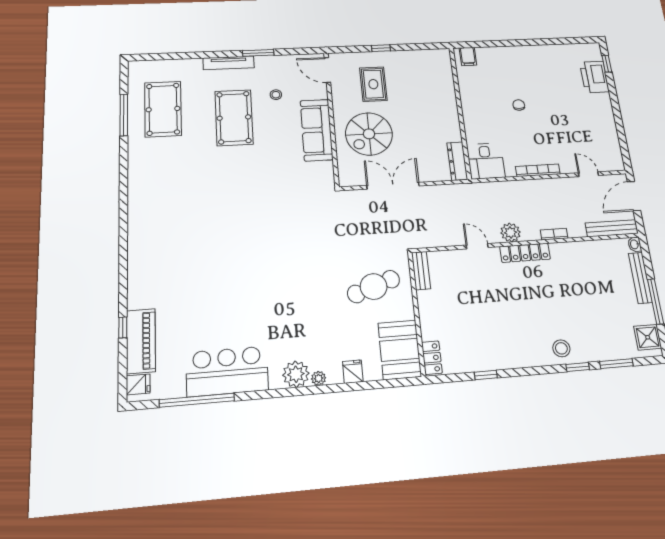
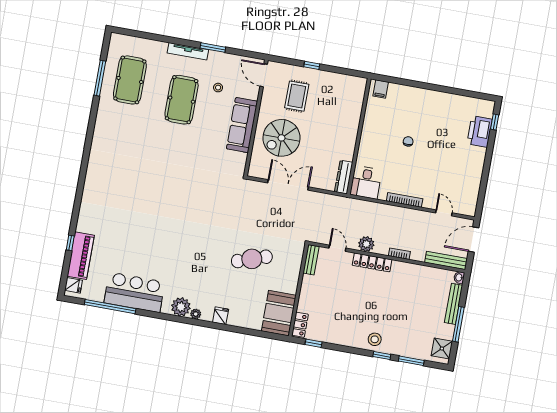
bench: (421, 271) -> (311, 260), moved
wall: (417, 313) -> (298, 290), moved
booth: (400, 350) -> (279, 313), moved
locker: (432, 358) -> (300, 325), moved

